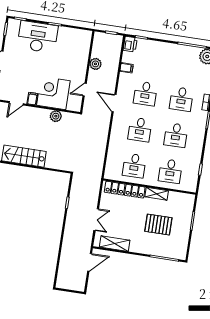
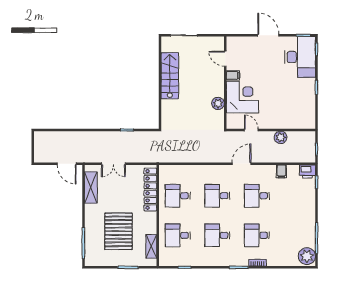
desk: (38, 37) -> (300, 57), moved
shelving: (157, 194) -> (151, 246), moved
pallet: (158, 225) -> (118, 231), width x1.37, depth x1.41

